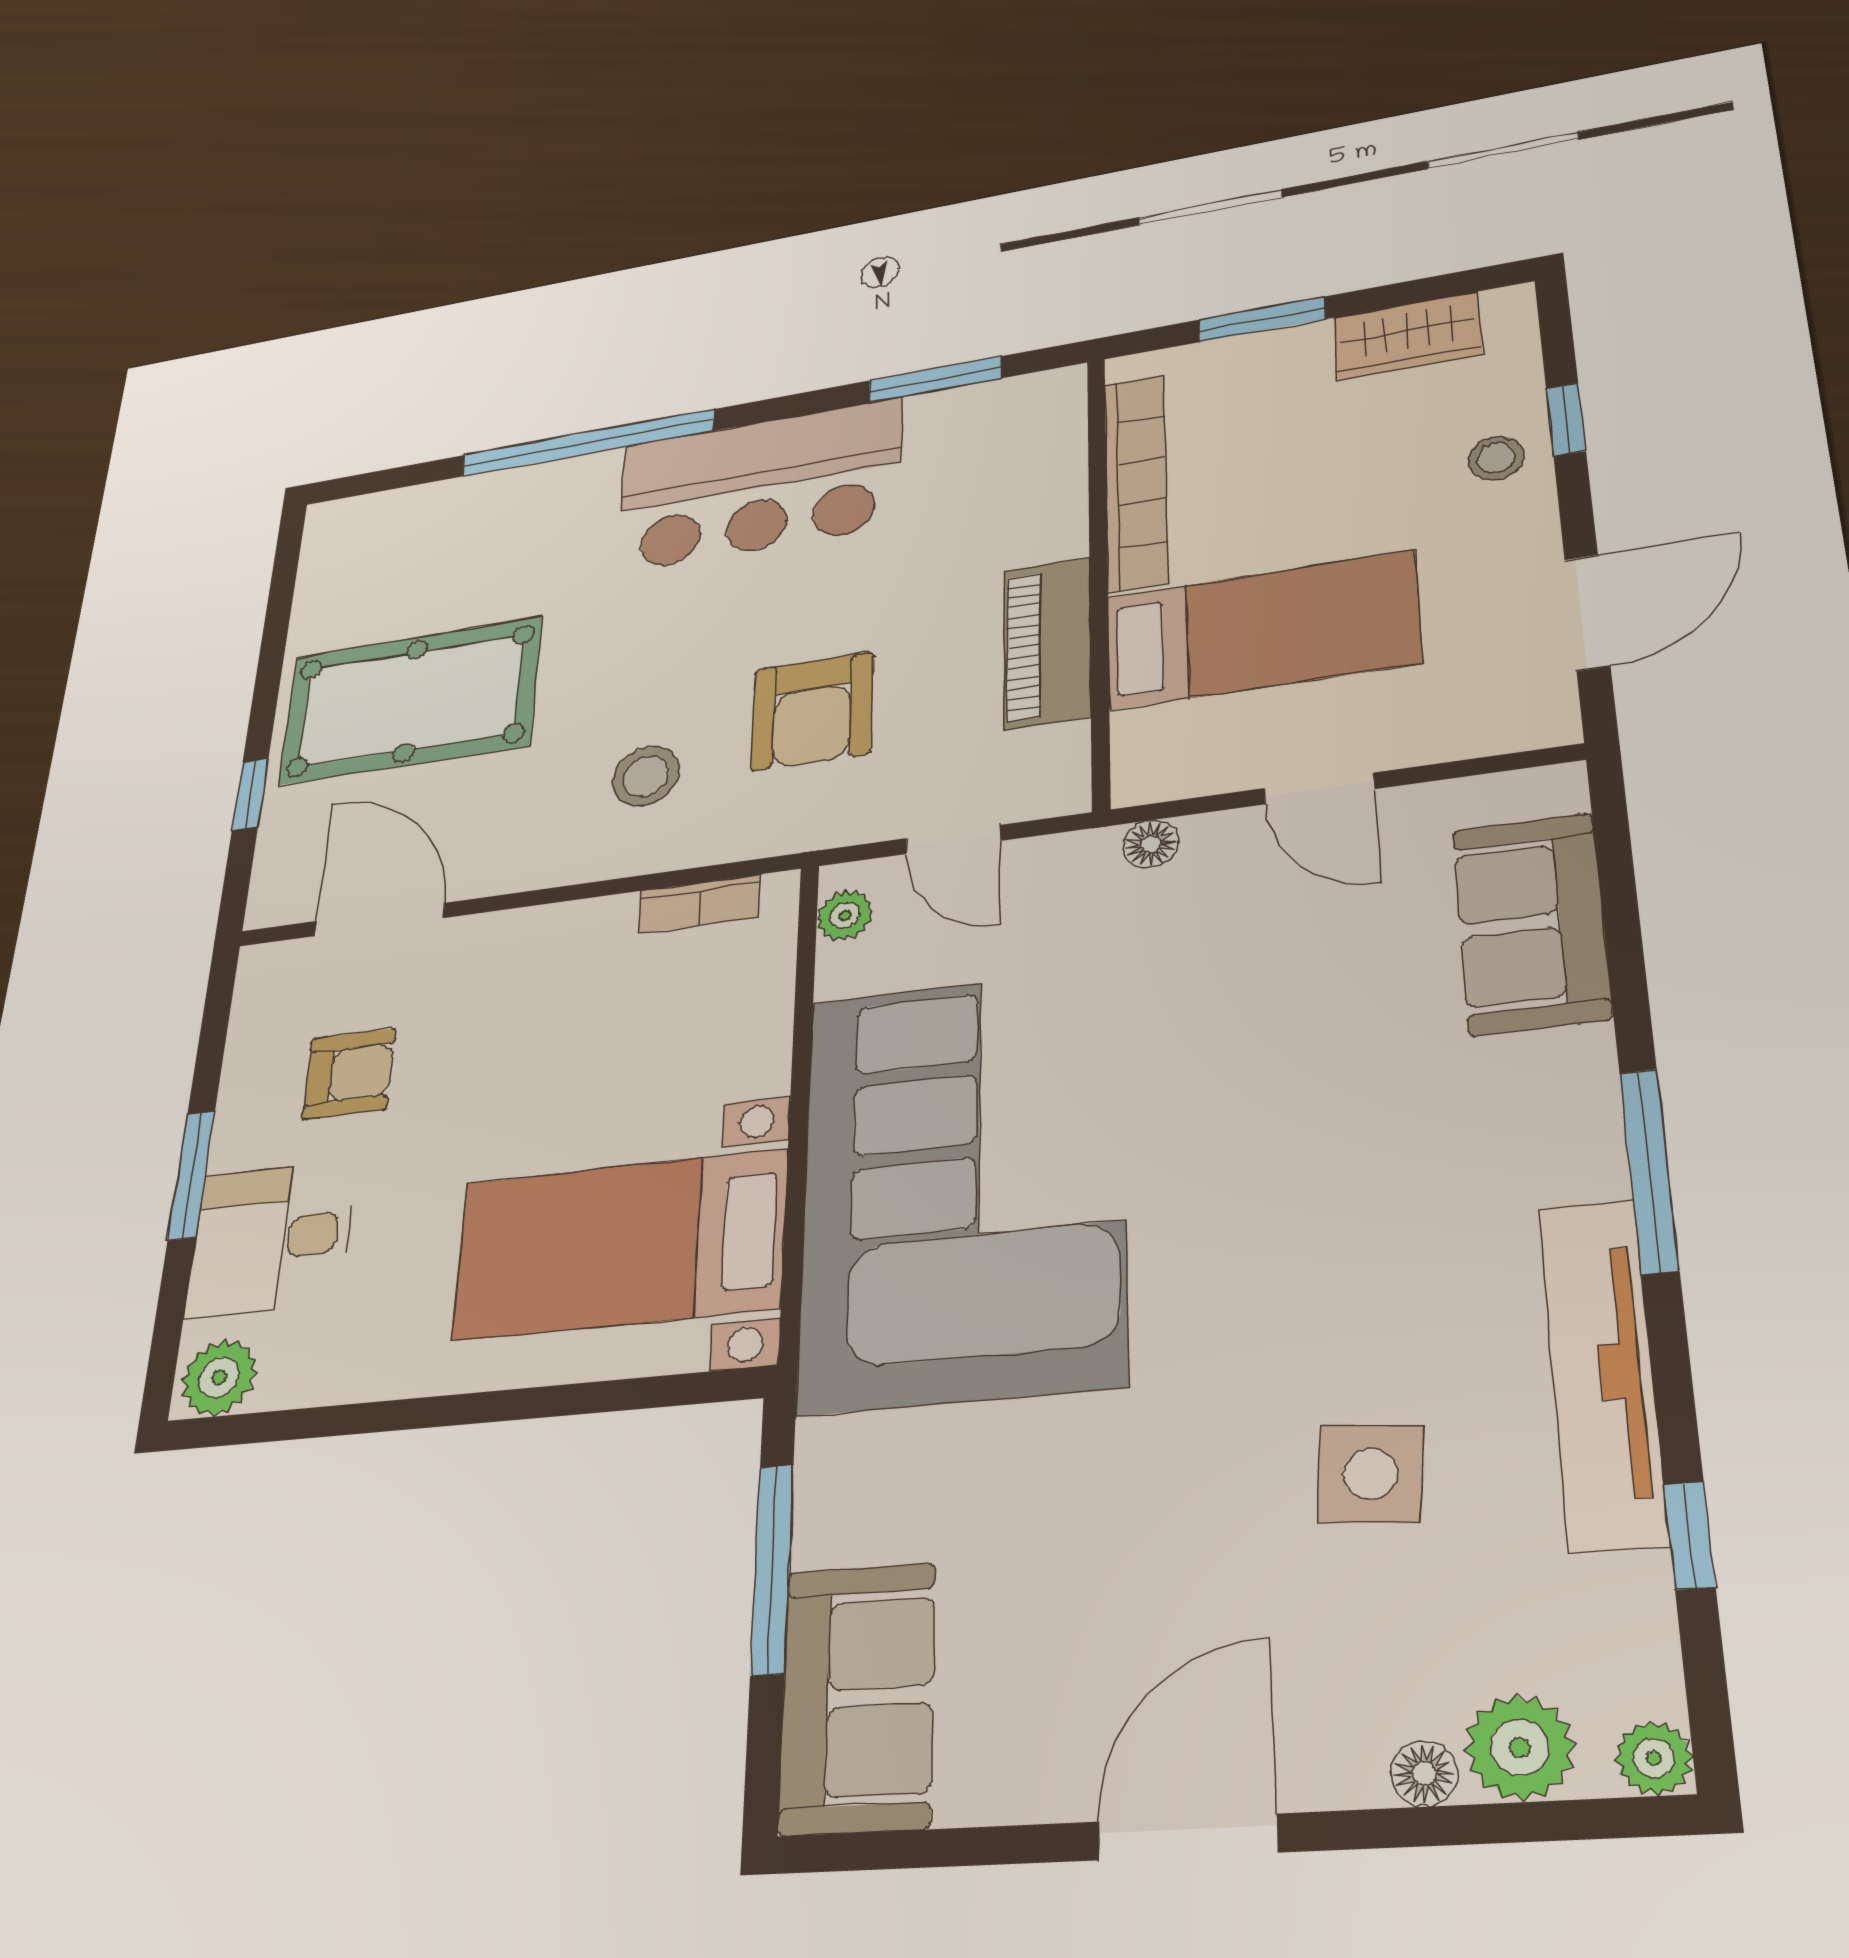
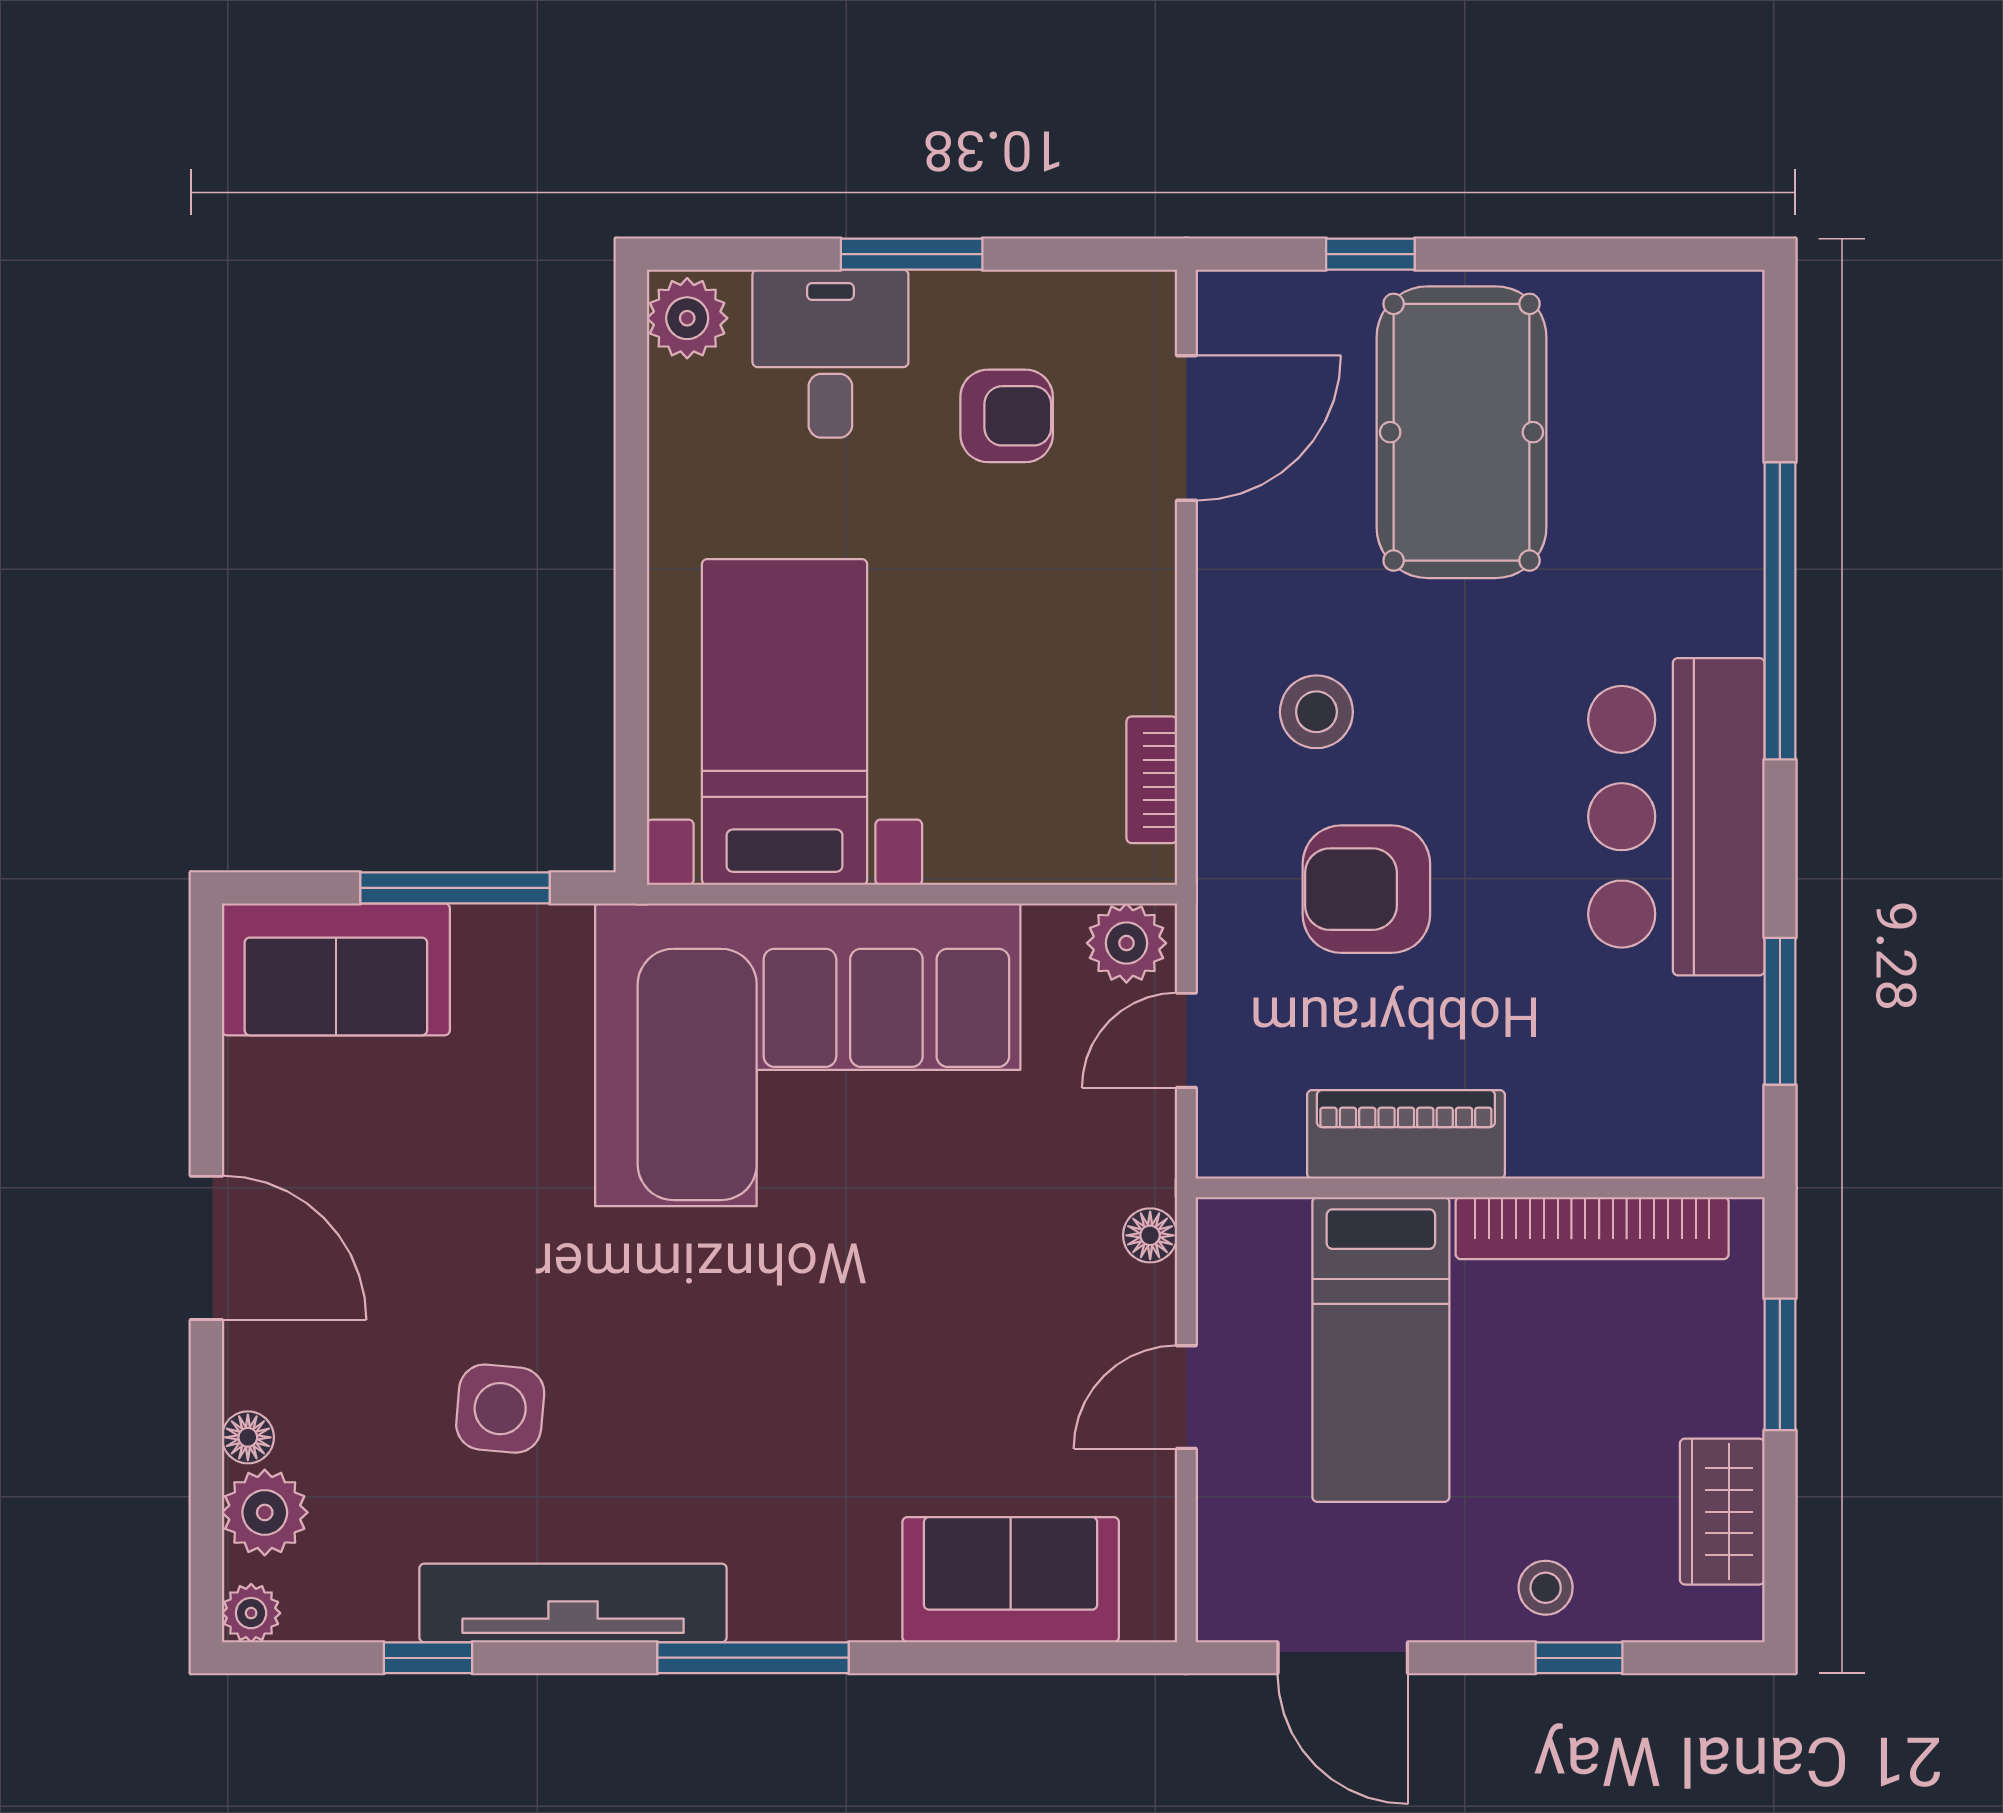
plant: (845, 915) -> (1126, 943), width x1.38, depth x1.38
armchair: (349, 1074) -> (1007, 416), turned -90

